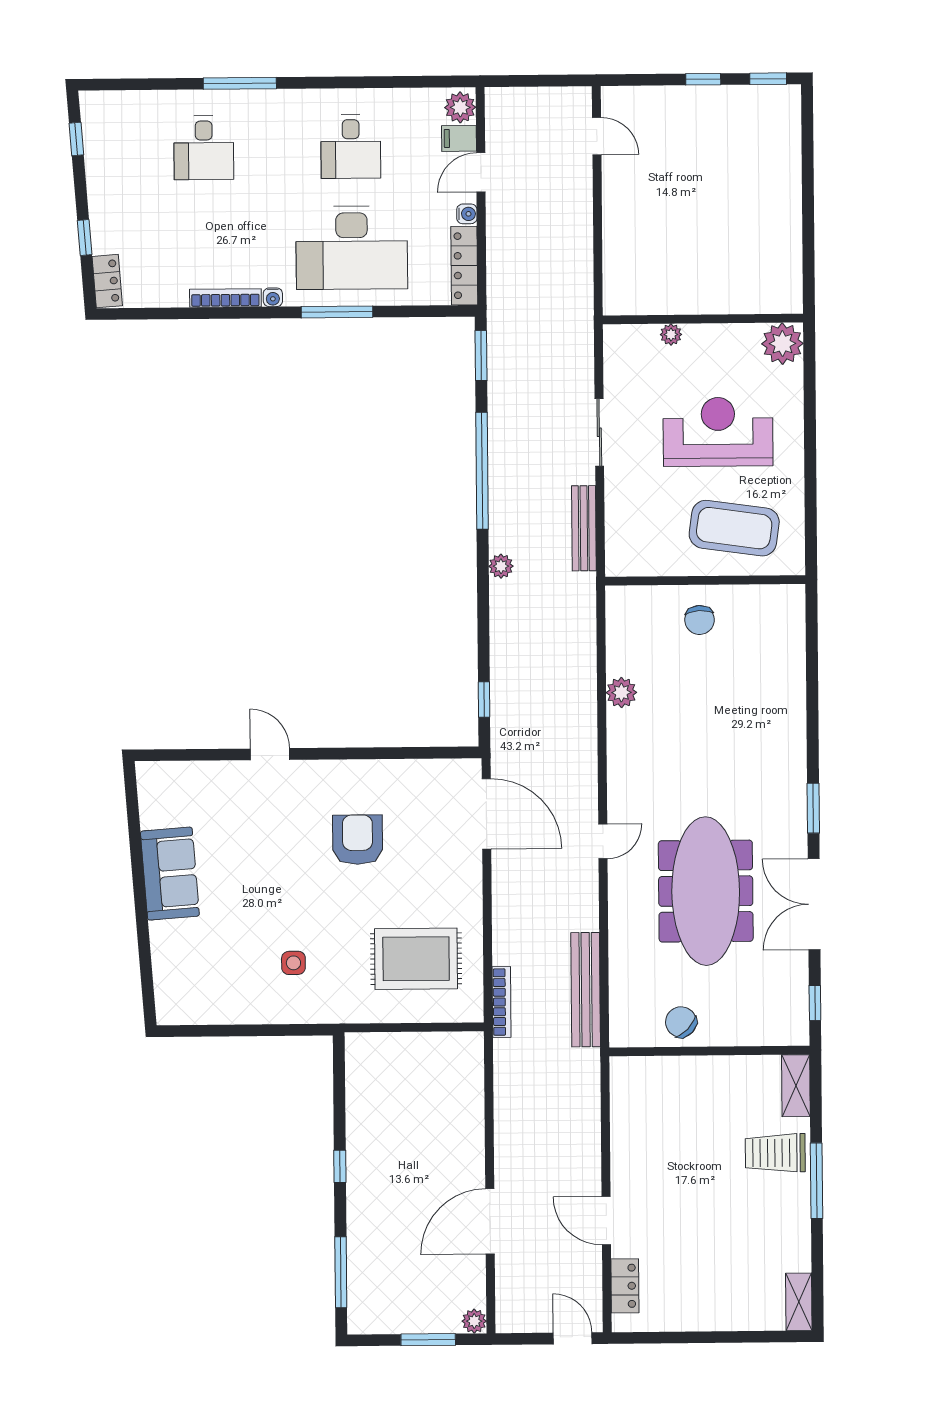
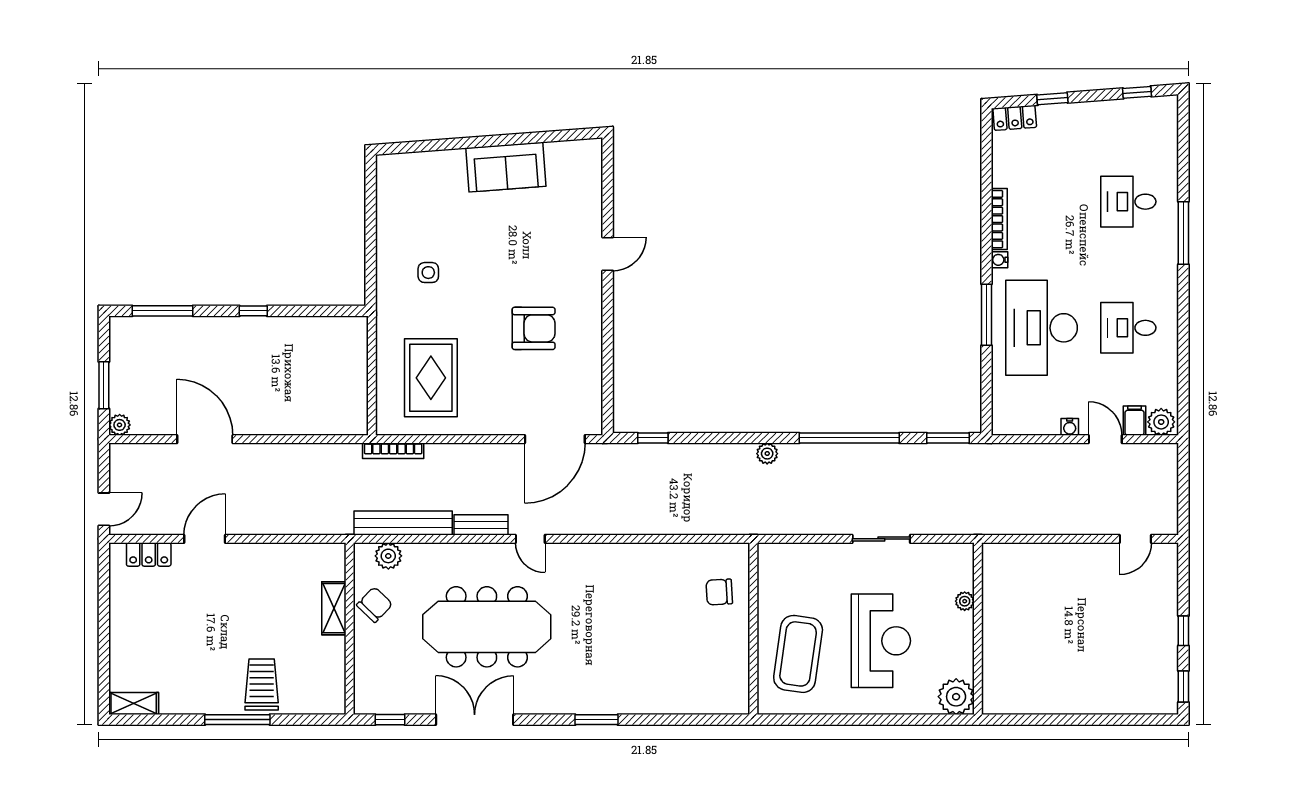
locker: (464, 266) -> (1025, 424), removed
bench: (584, 528) -> (481, 525), moved, width x0.73
chair: (700, 620) -> (719, 592), moved
plant: (621, 693) -> (388, 556), moved
window: (813, 808) -> (596, 720), moved
shelving: (796, 1086) -> (334, 608), moved, turned 90

